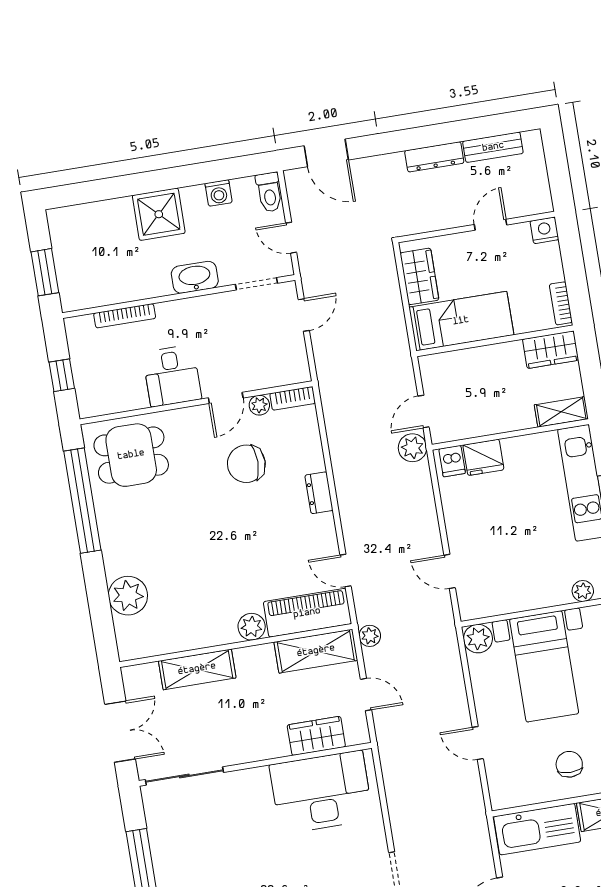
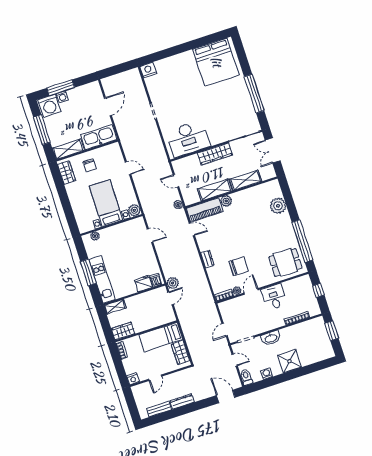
shelving: (316, 651) -> (215, 190), moved
wardrobe: (316, 736) -> (215, 154), moved, width x1.50

